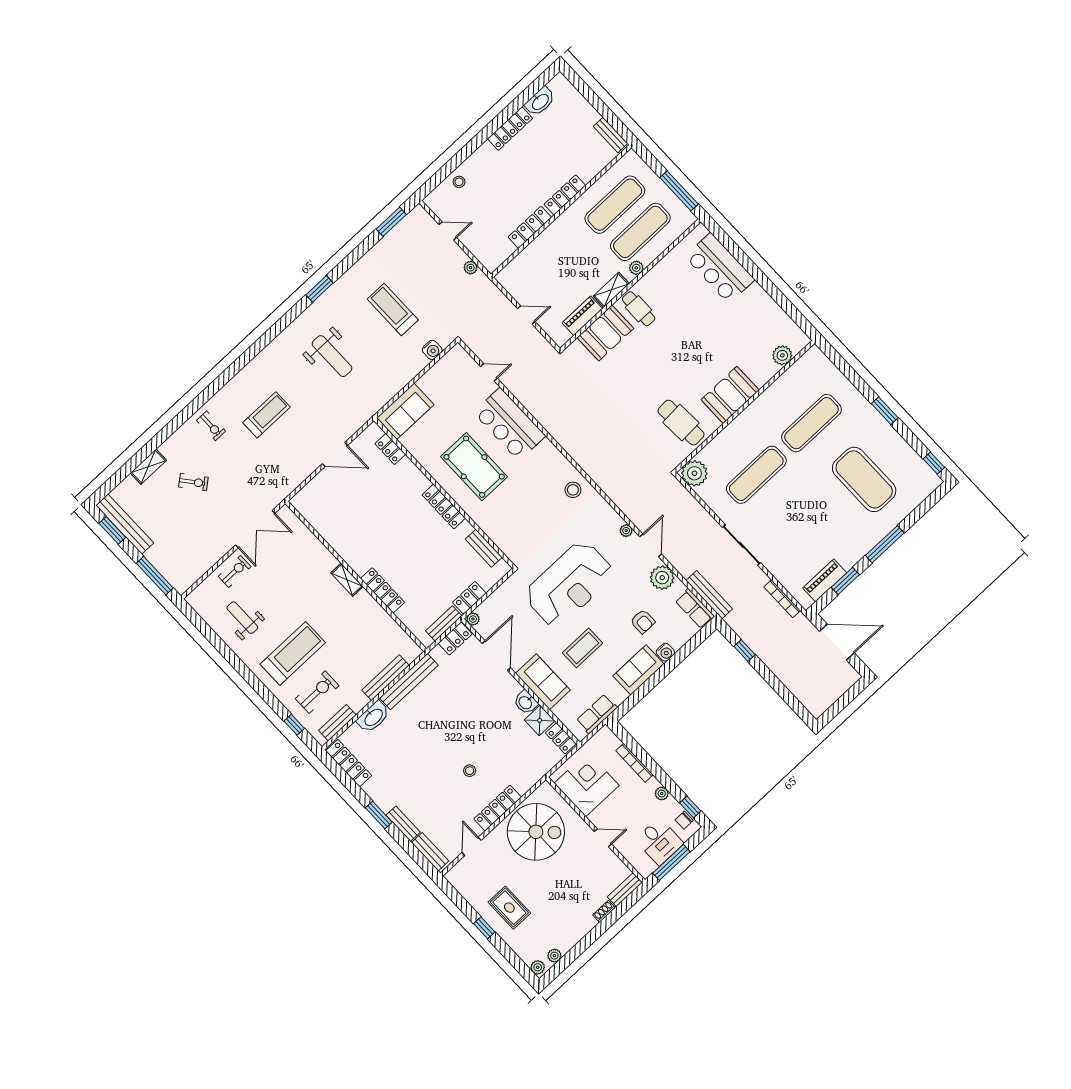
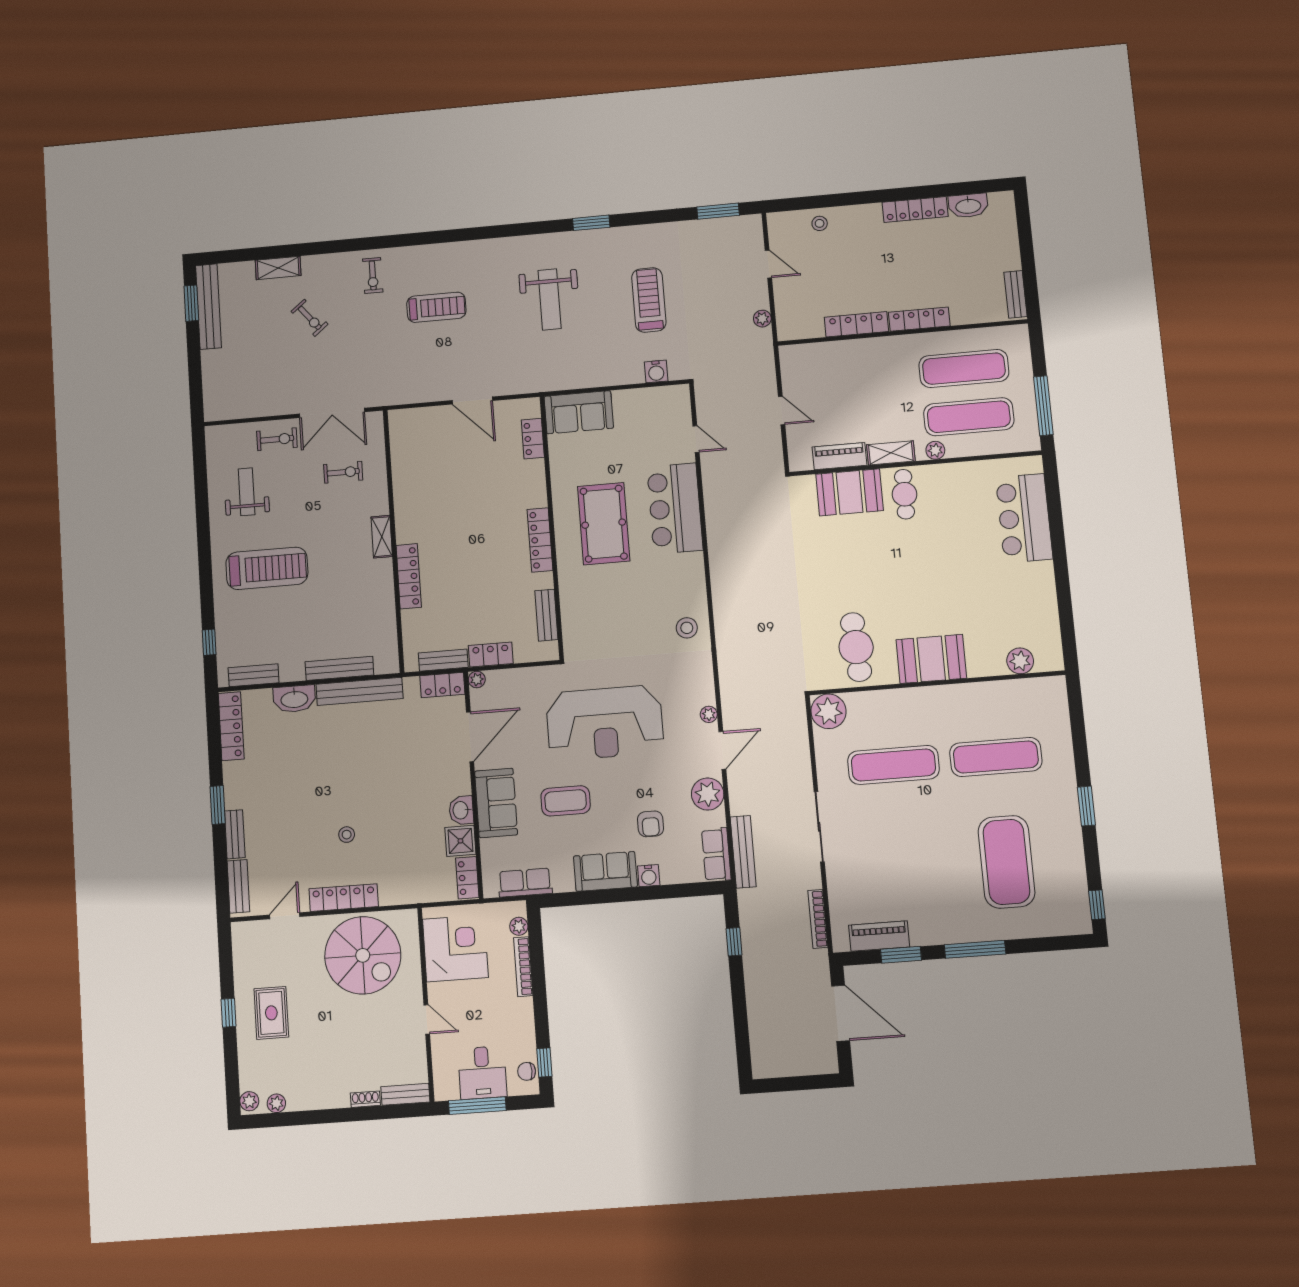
window: (155, 576) -> (195, 381), removed
exercise bike: (317, 692) -> (343, 472), moved, width x0.73, depth x0.72
plant: (662, 794) -> (519, 926), moved

